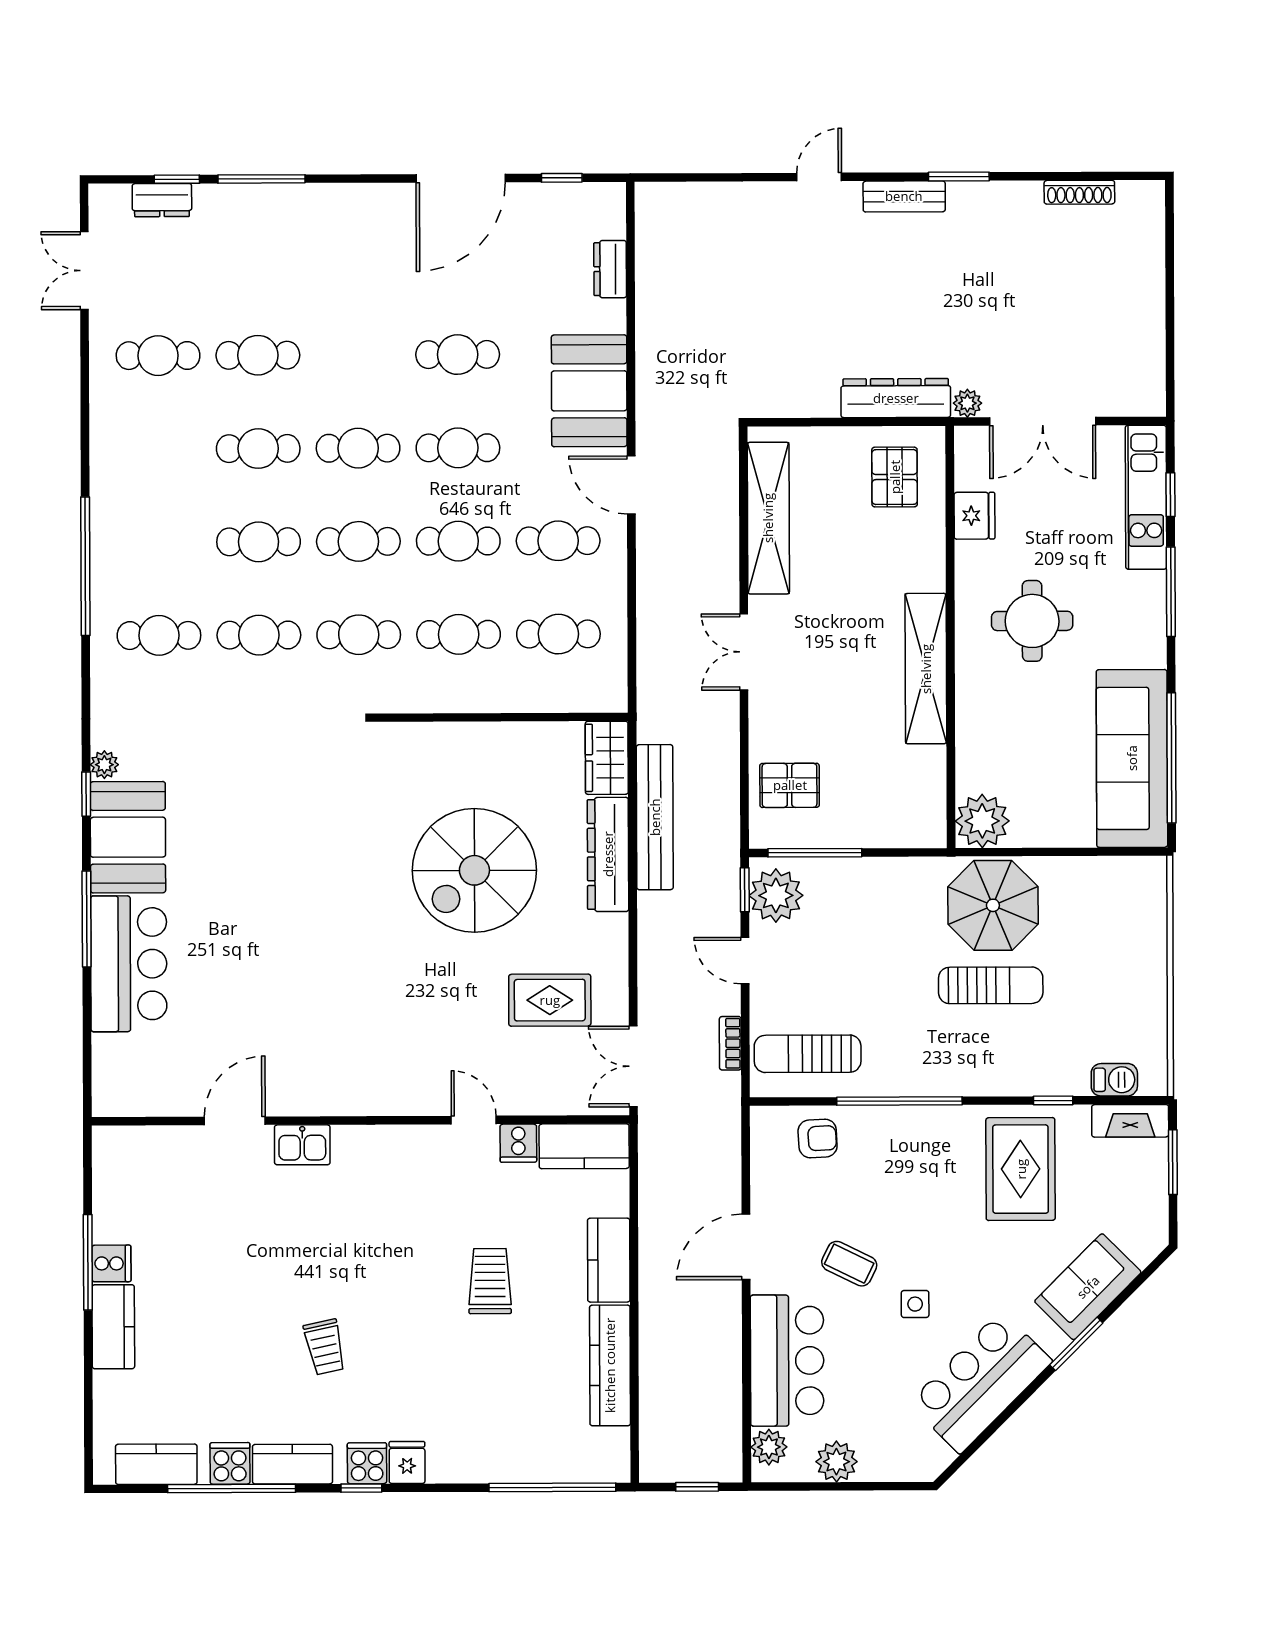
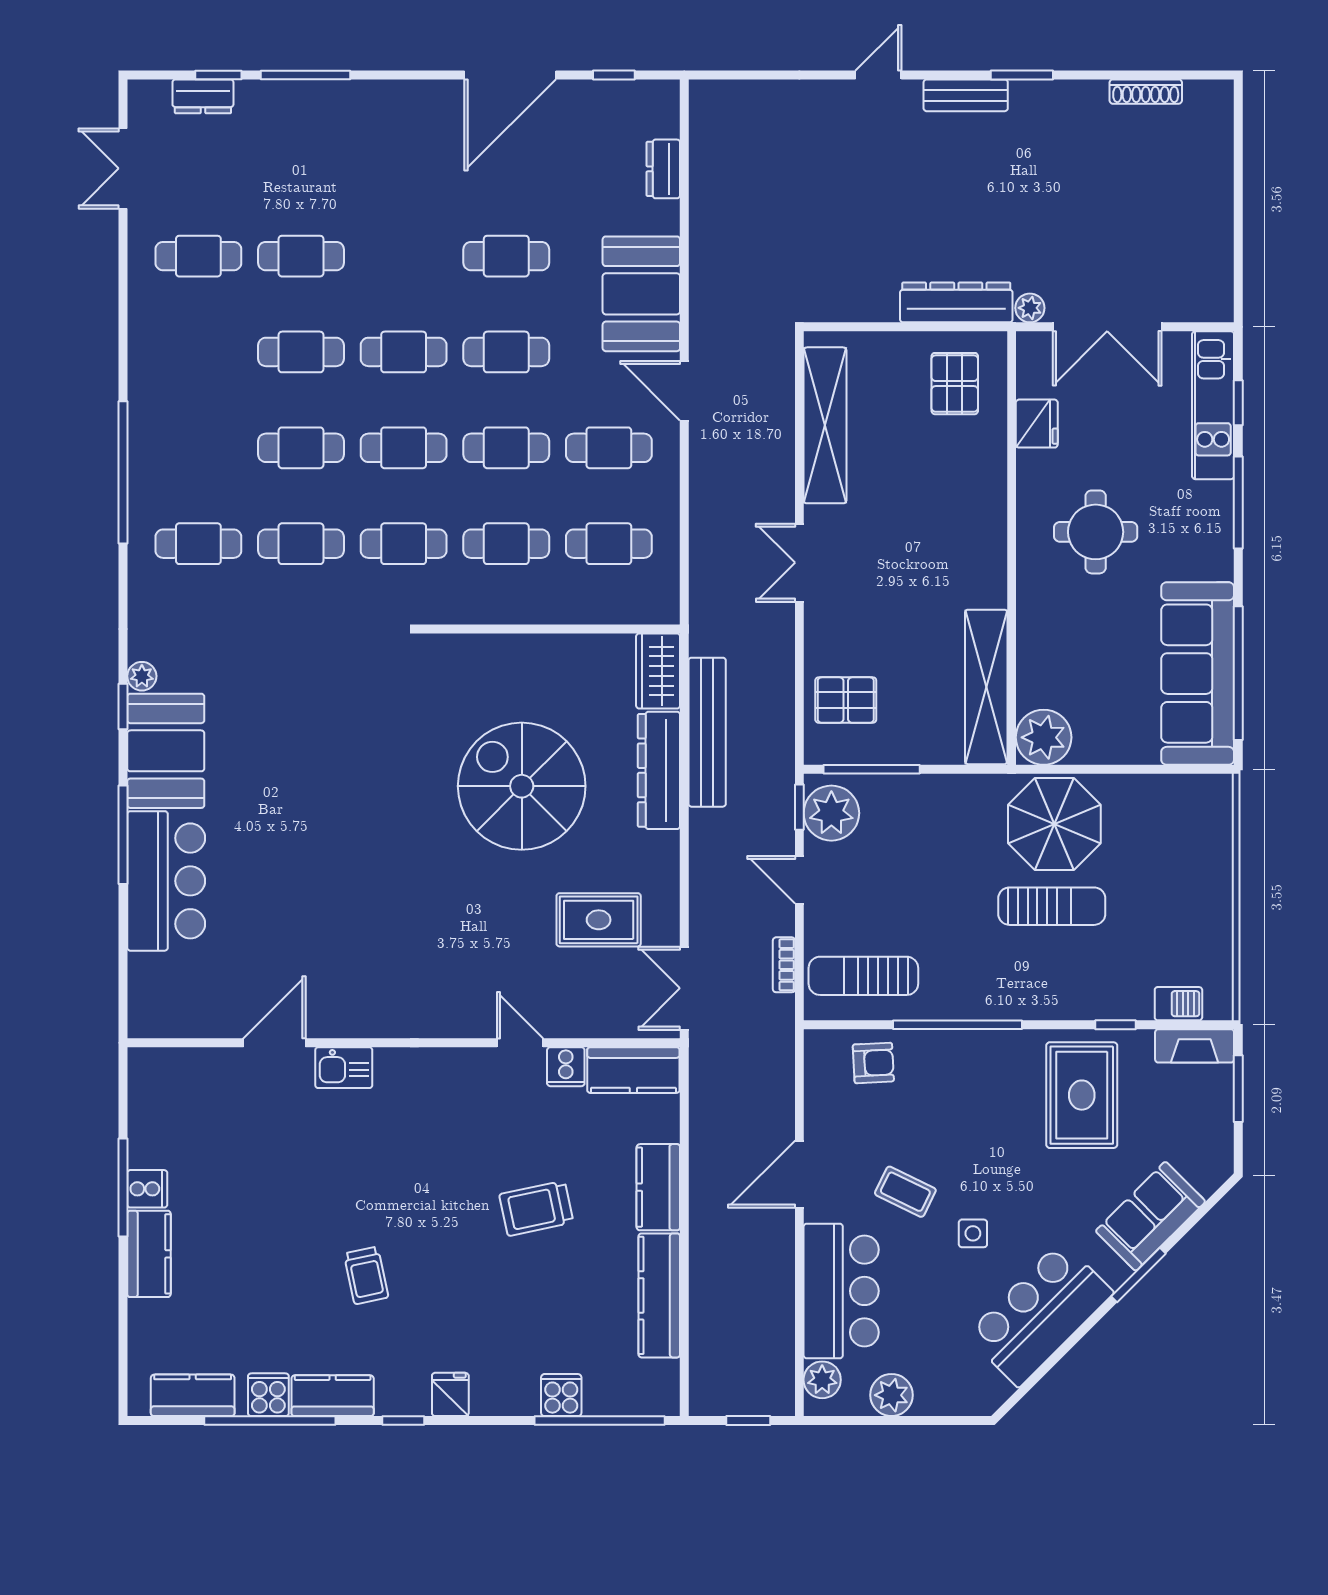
shelving: (926, 669) -> (986, 687), moved
spiral stairs: (474, 870) -> (522, 786), turned 90
trolley: (490, 1281) -> (536, 1208), turned -102
cooker: (367, 1463) -> (561, 1395), moved

